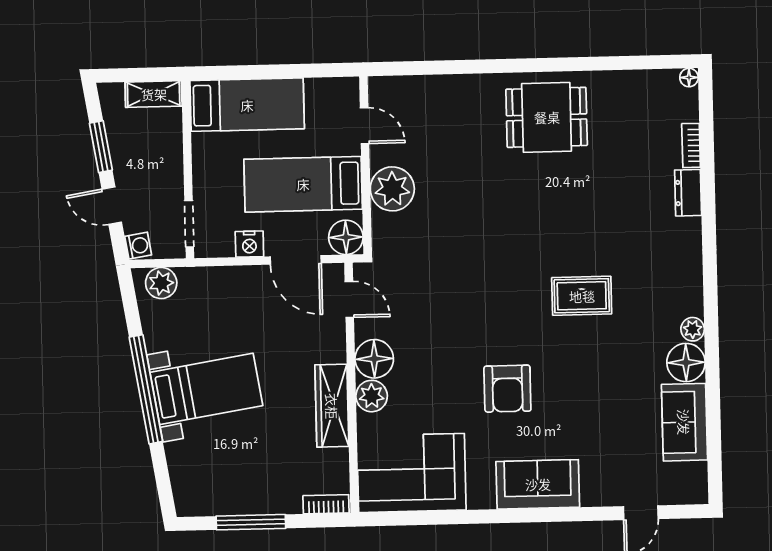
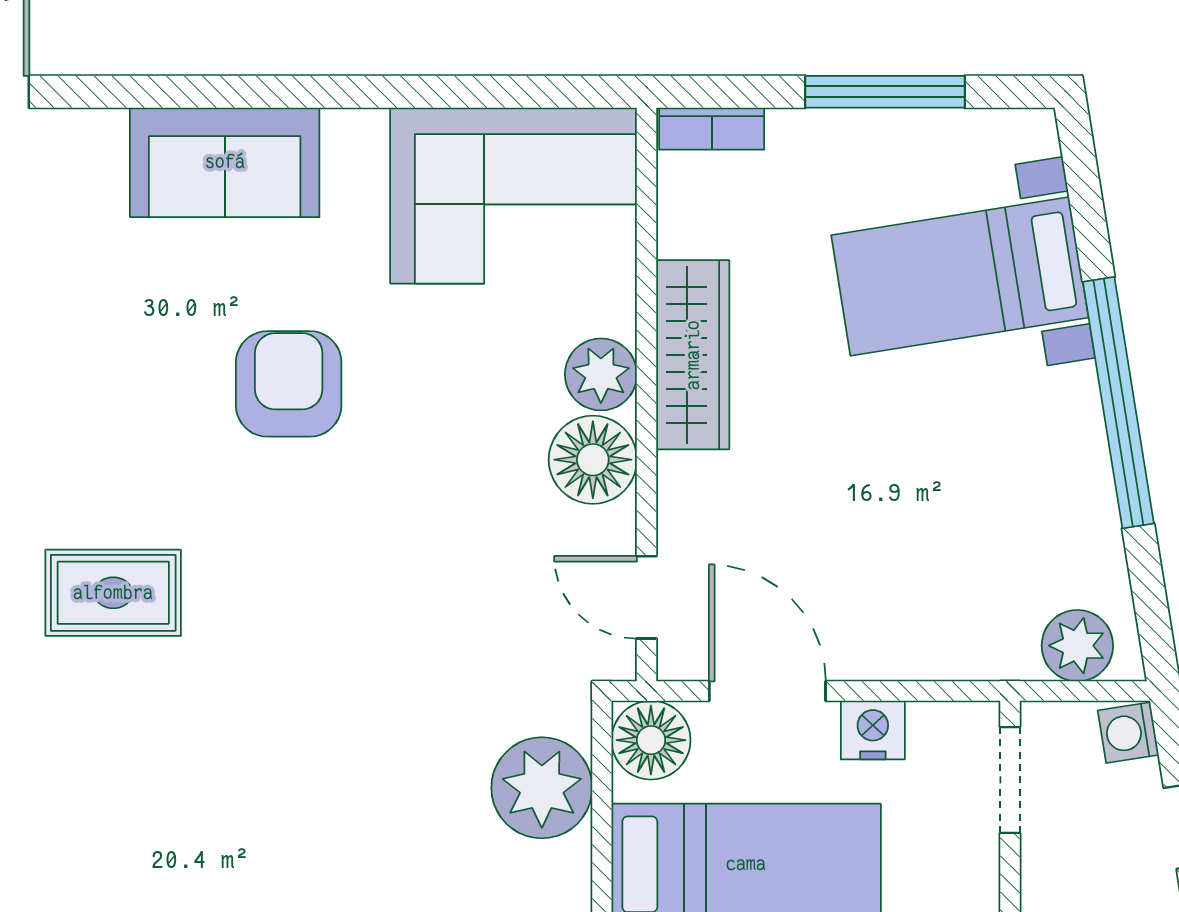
plant: (392, 189) -> (542, 788), moved
bed with nightstands: (206, 389) -> (960, 276), moved

